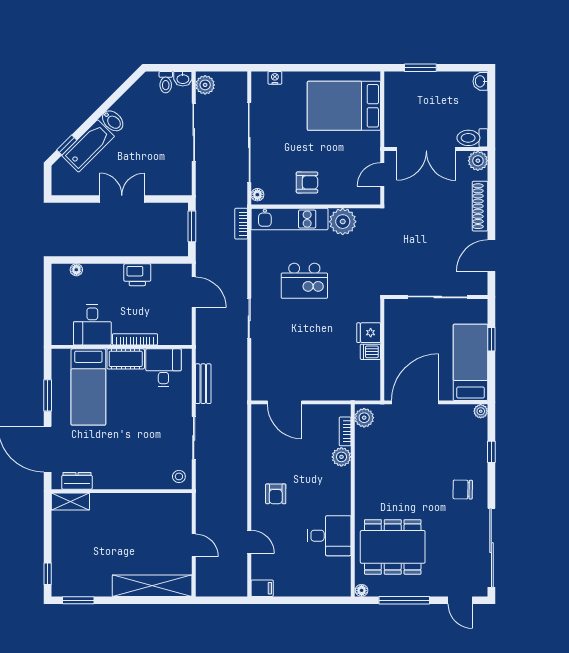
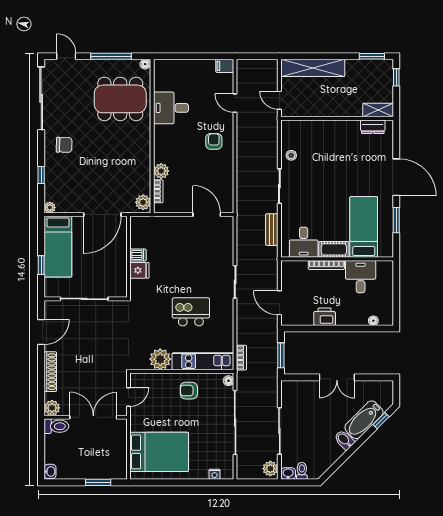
dresser: (77, 481) -> (373, 127), moved
wall: (122, 491) -> (337, 118), moved
shelving: (70, 502) -> (378, 110), moved

